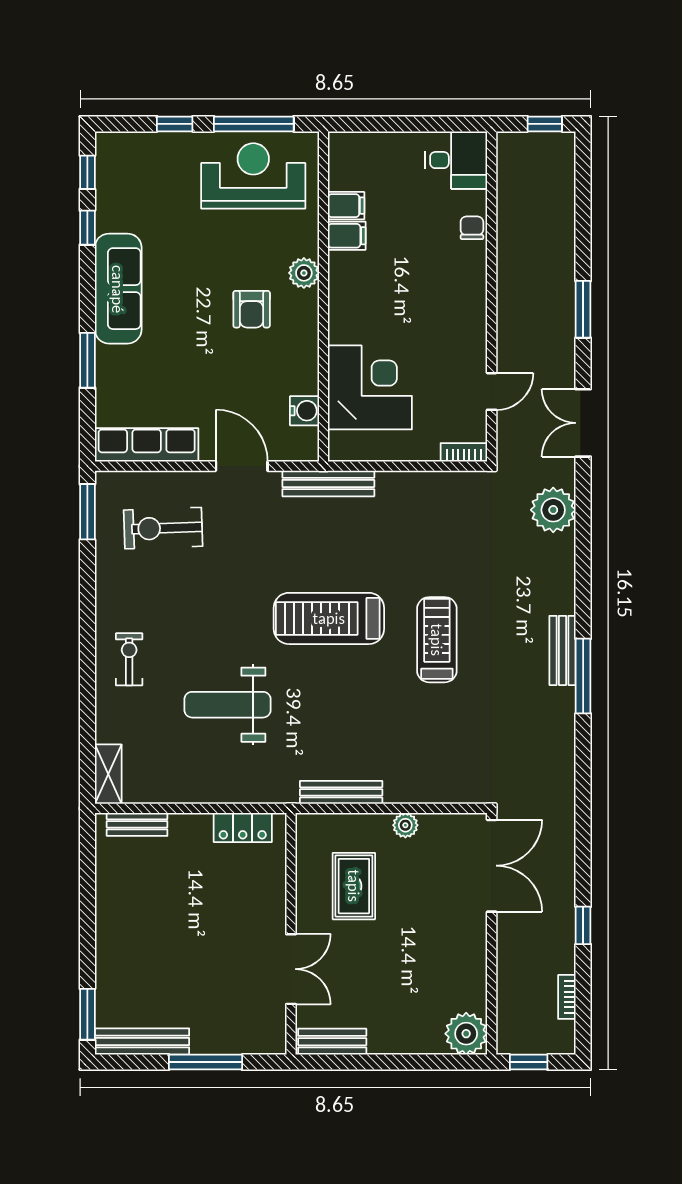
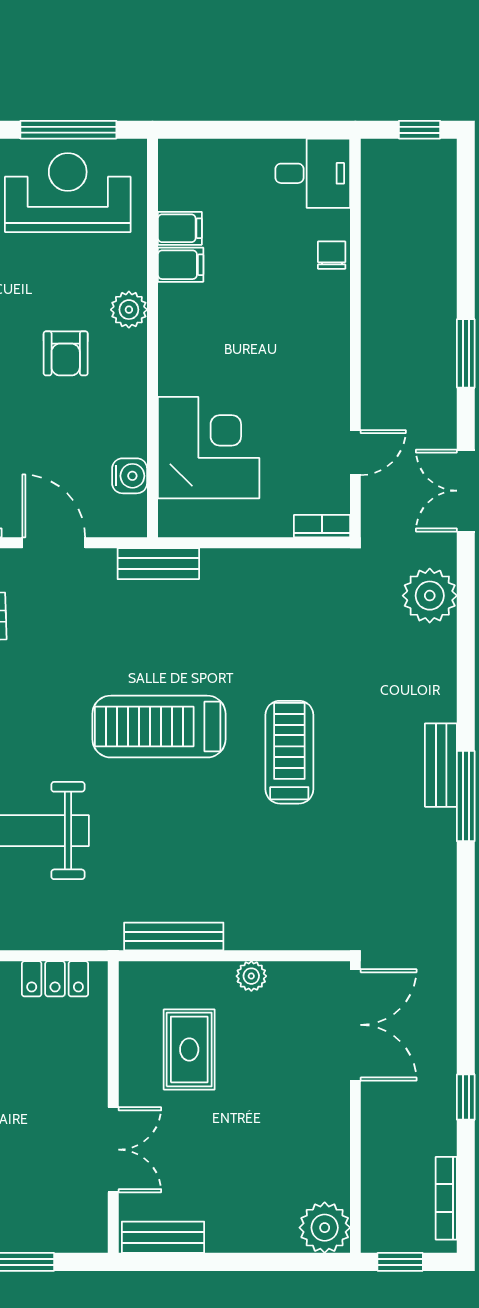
bench: (328, 483) -> (158, 564), width x0.73
bookcase: (567, 997) -> (446, 1198), width x1.56

